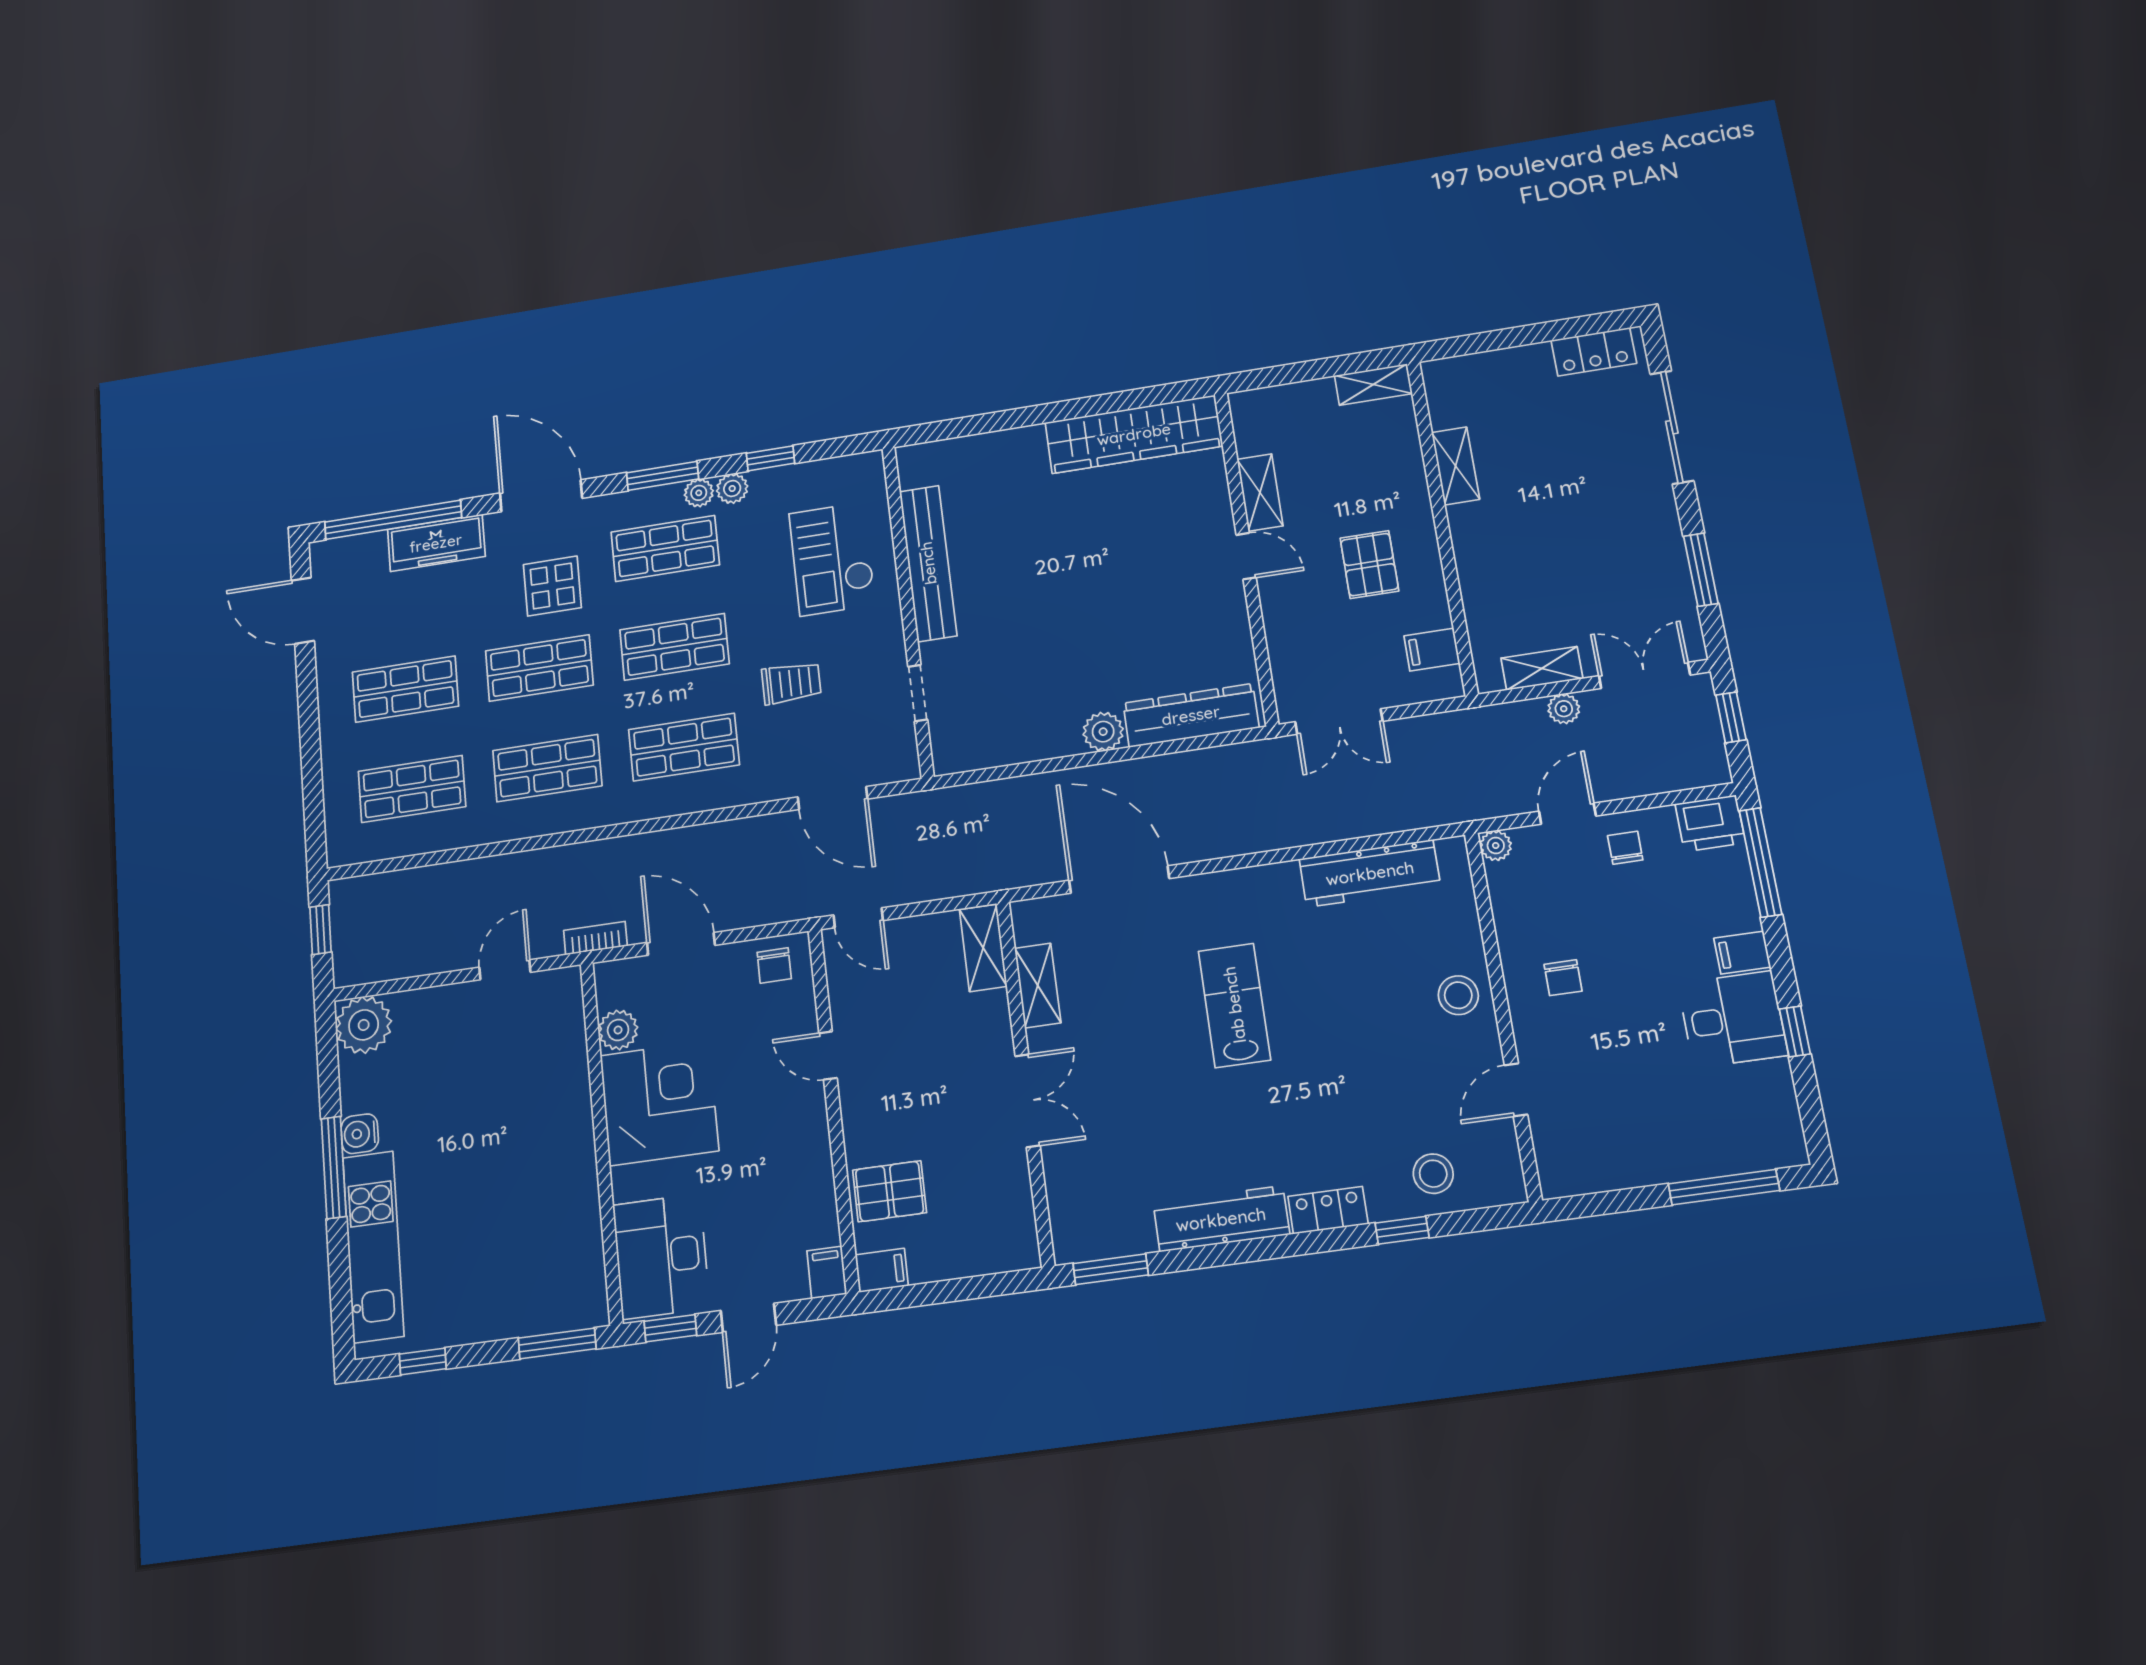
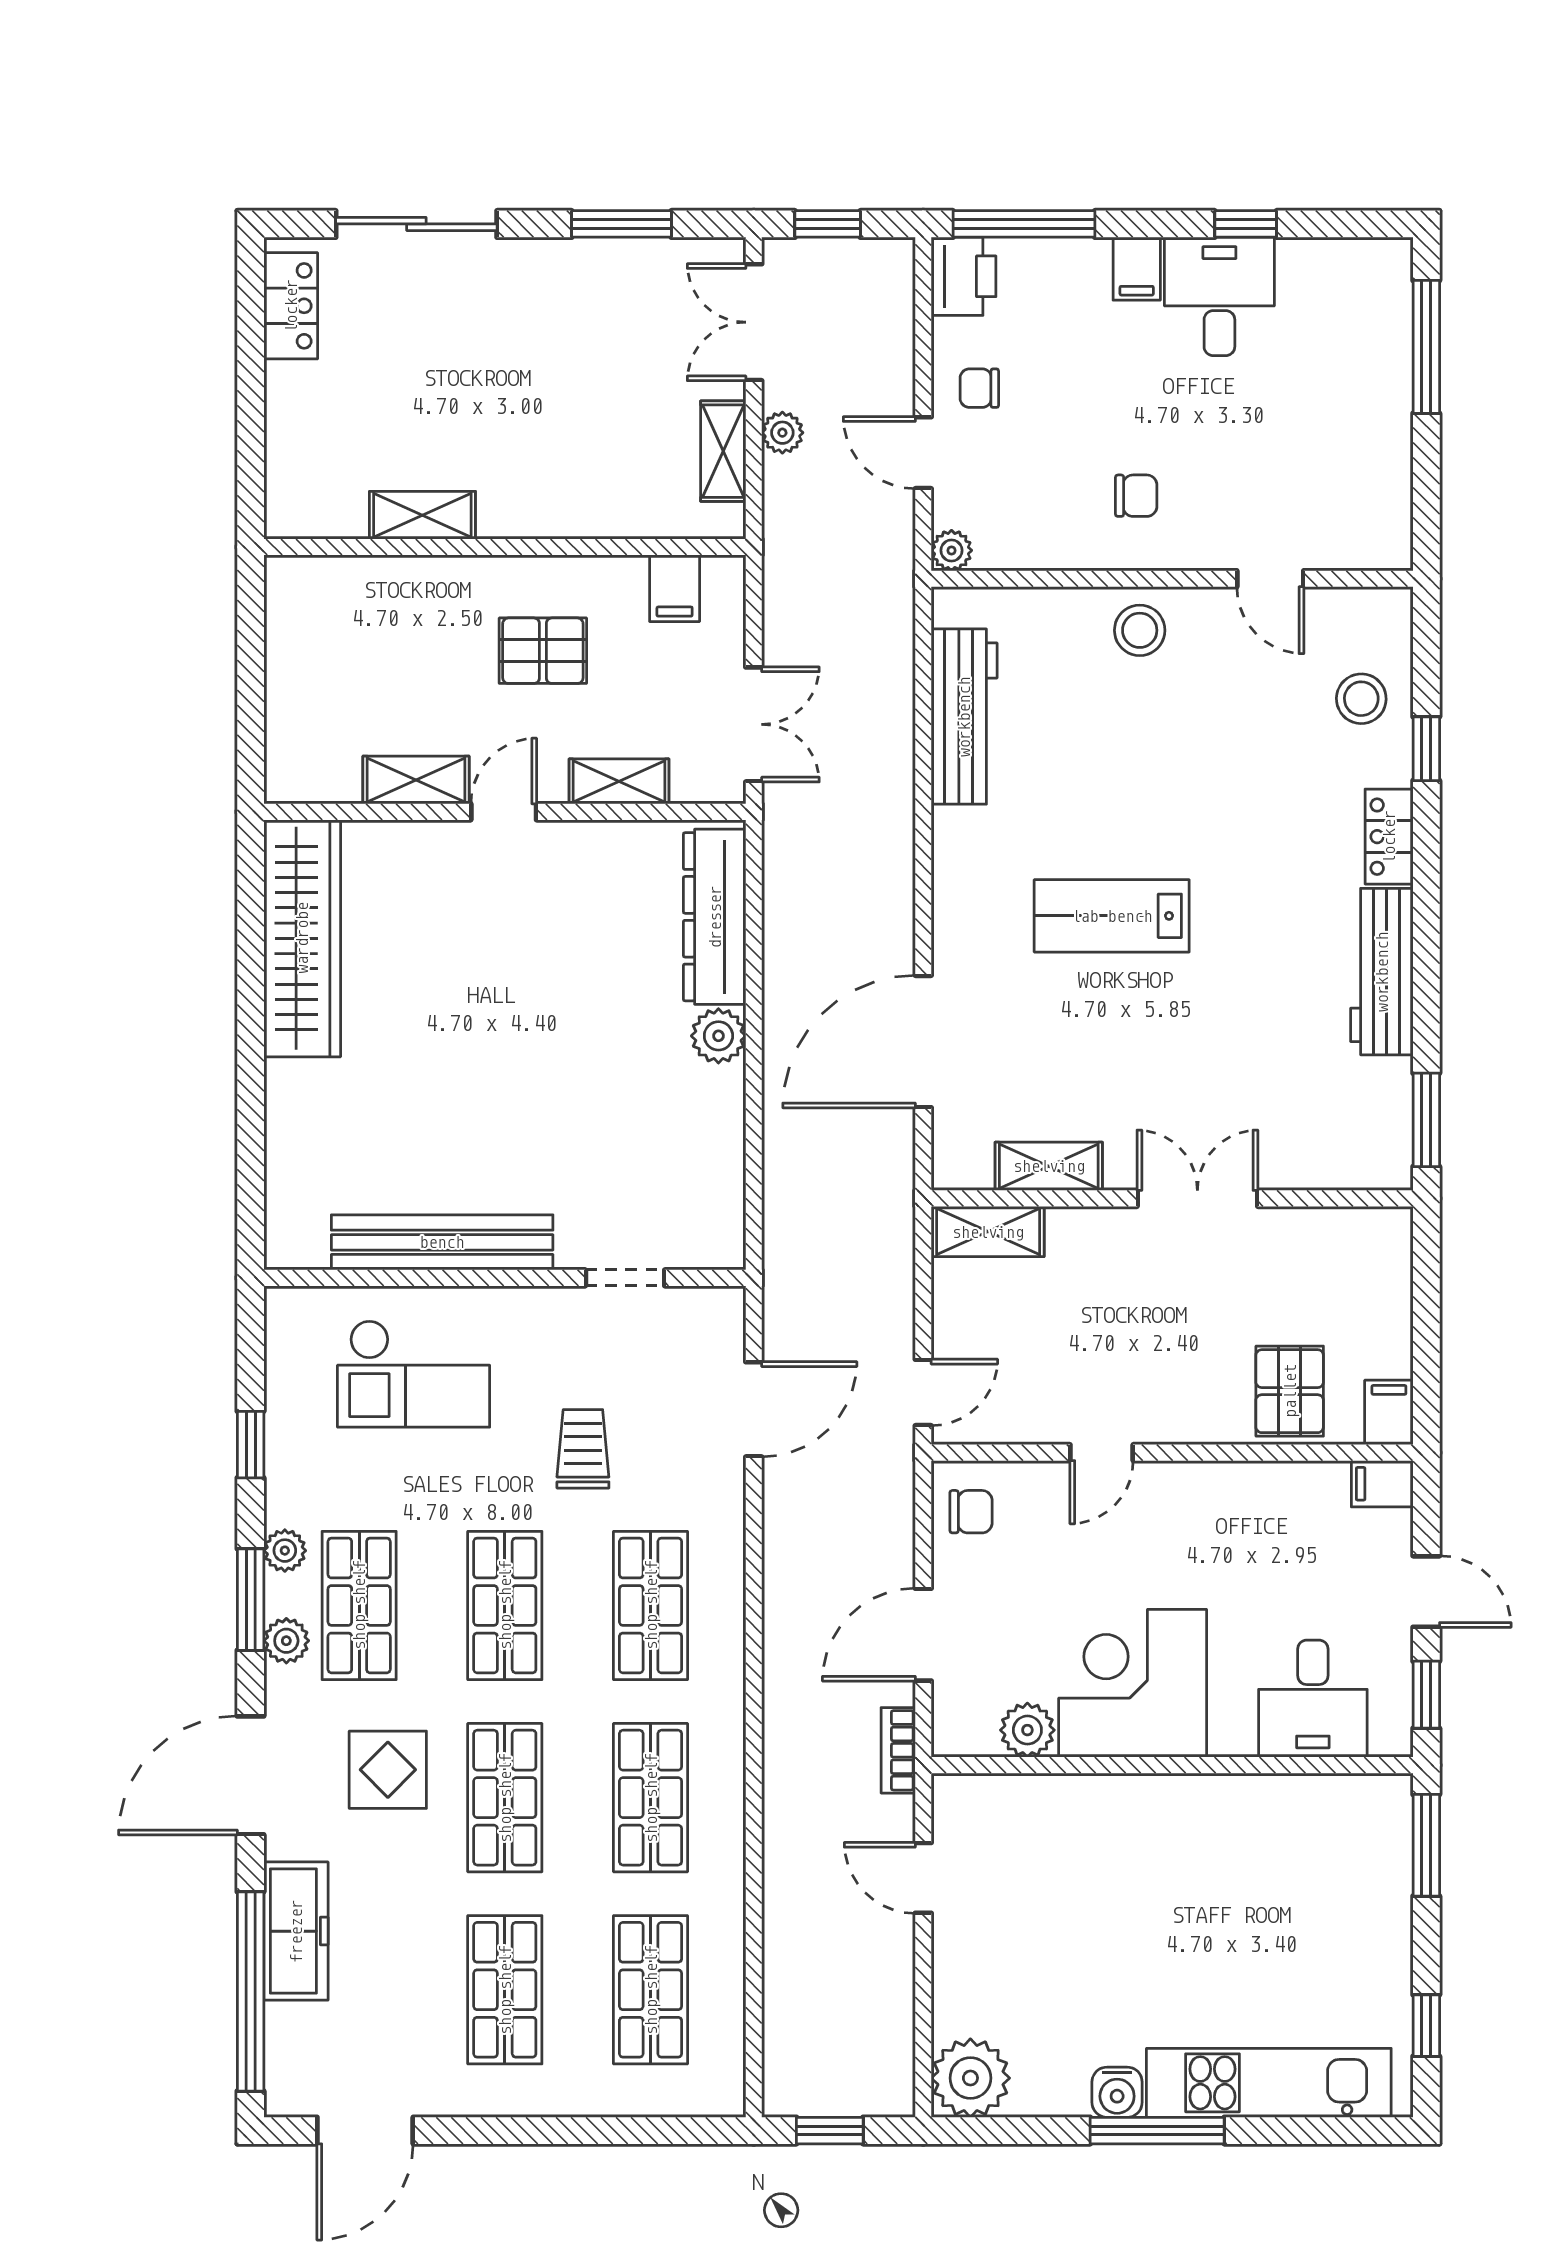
shelving: (1373, 385) -> (619, 781), moved, turned 90
plant: (732, 488) -> (286, 1641), moved
desk: (661, 1256) -> (1313, 1699), width x0.73

